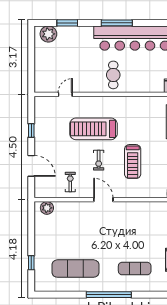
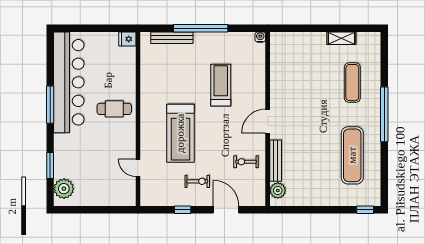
exercise bike: (99, 160) -> (197, 181), moved
treadmill: (133, 162) -> (221, 85), turned -90
door: (31, 166) -> (226, 210), hinge flipped
bench: (71, 206) -> (276, 161), added
window: (31, 263) -> (365, 210), moved

